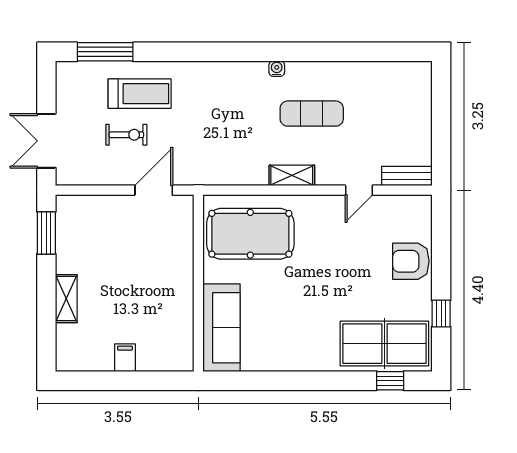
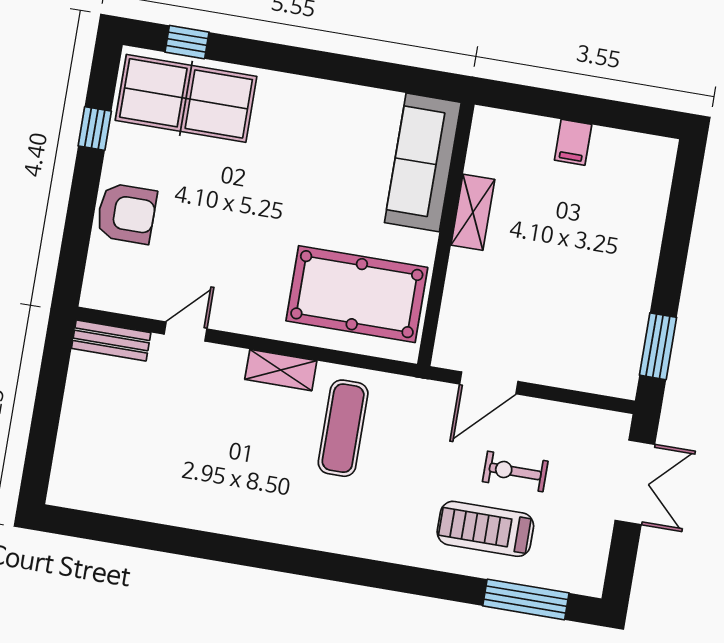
water cooler: (277, 69) -> (277, 532), removed
exercise mat: (312, 114) -> (343, 428), moved, turned 90
shelving: (66, 299) -> (473, 212), moved

